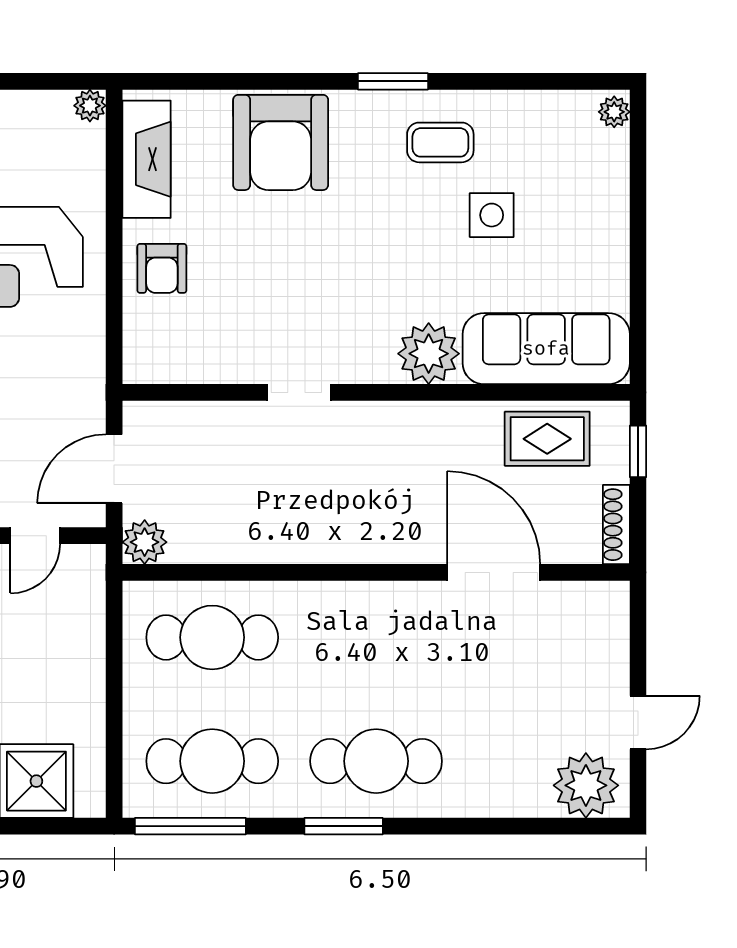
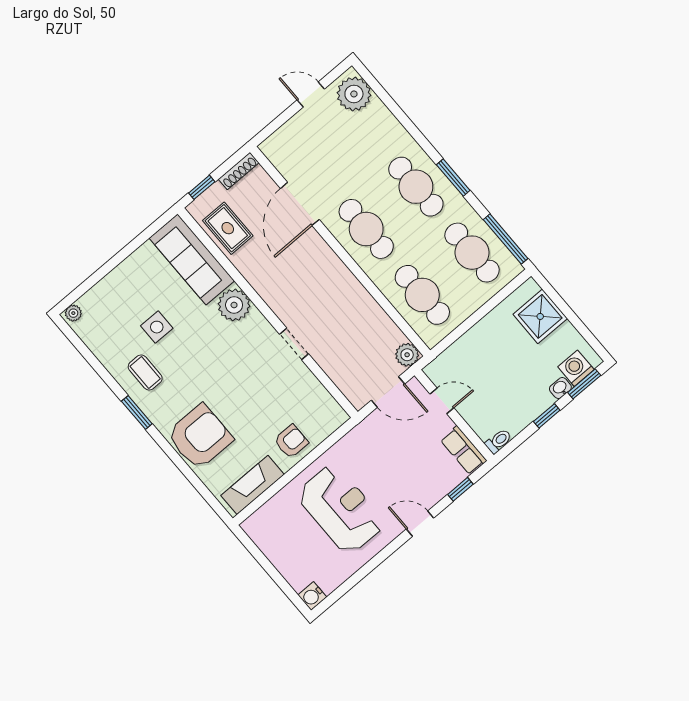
plant: (90, 106) -> (250, 526), removed
cafe table: (376, 637) -> (366, 229), added

